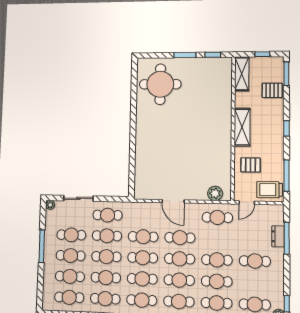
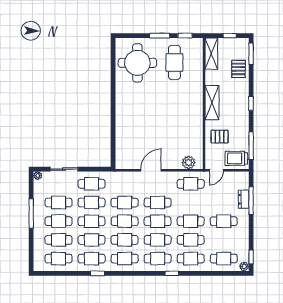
cafe table: (201, 84) -> (174, 62), added
pallet: (272, 90) -> (238, 69), turned 90
door: (173, 201) -> (151, 170), swing flipped

